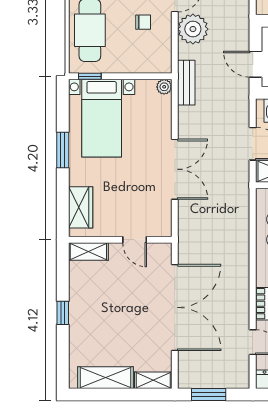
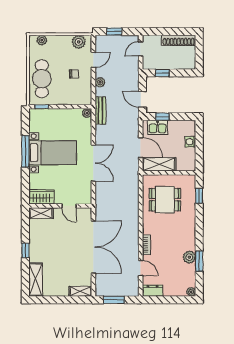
plant: (193, 29) -> (100, 82), width x0.53, depth x0.53
bed with nightstands: (102, 118) -> (53, 153), moved, turned -90
window: (63, 150) -> (25, 151), width x1.44
wardrobe: (81, 207) -> (42, 197), moved, turned -90
shelving: (105, 378) -> (36, 280), moved, turned 90

